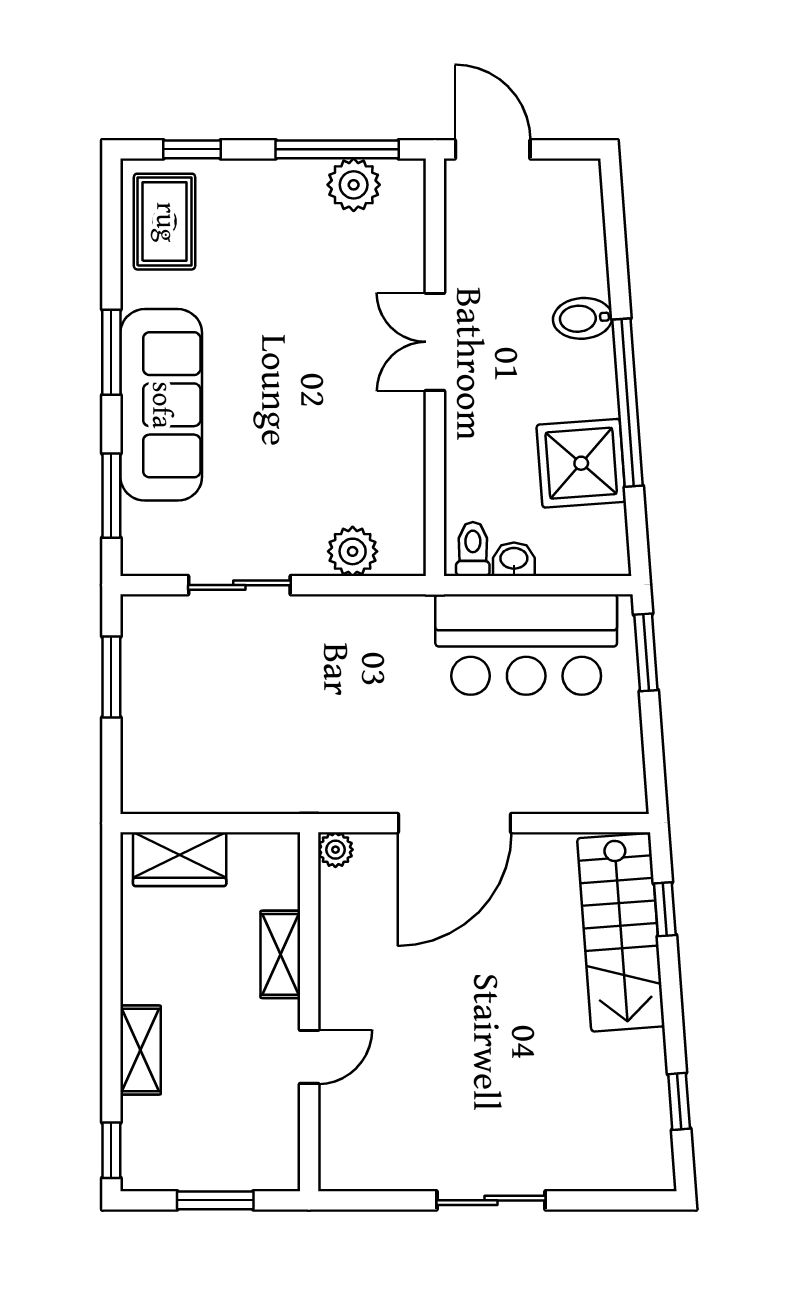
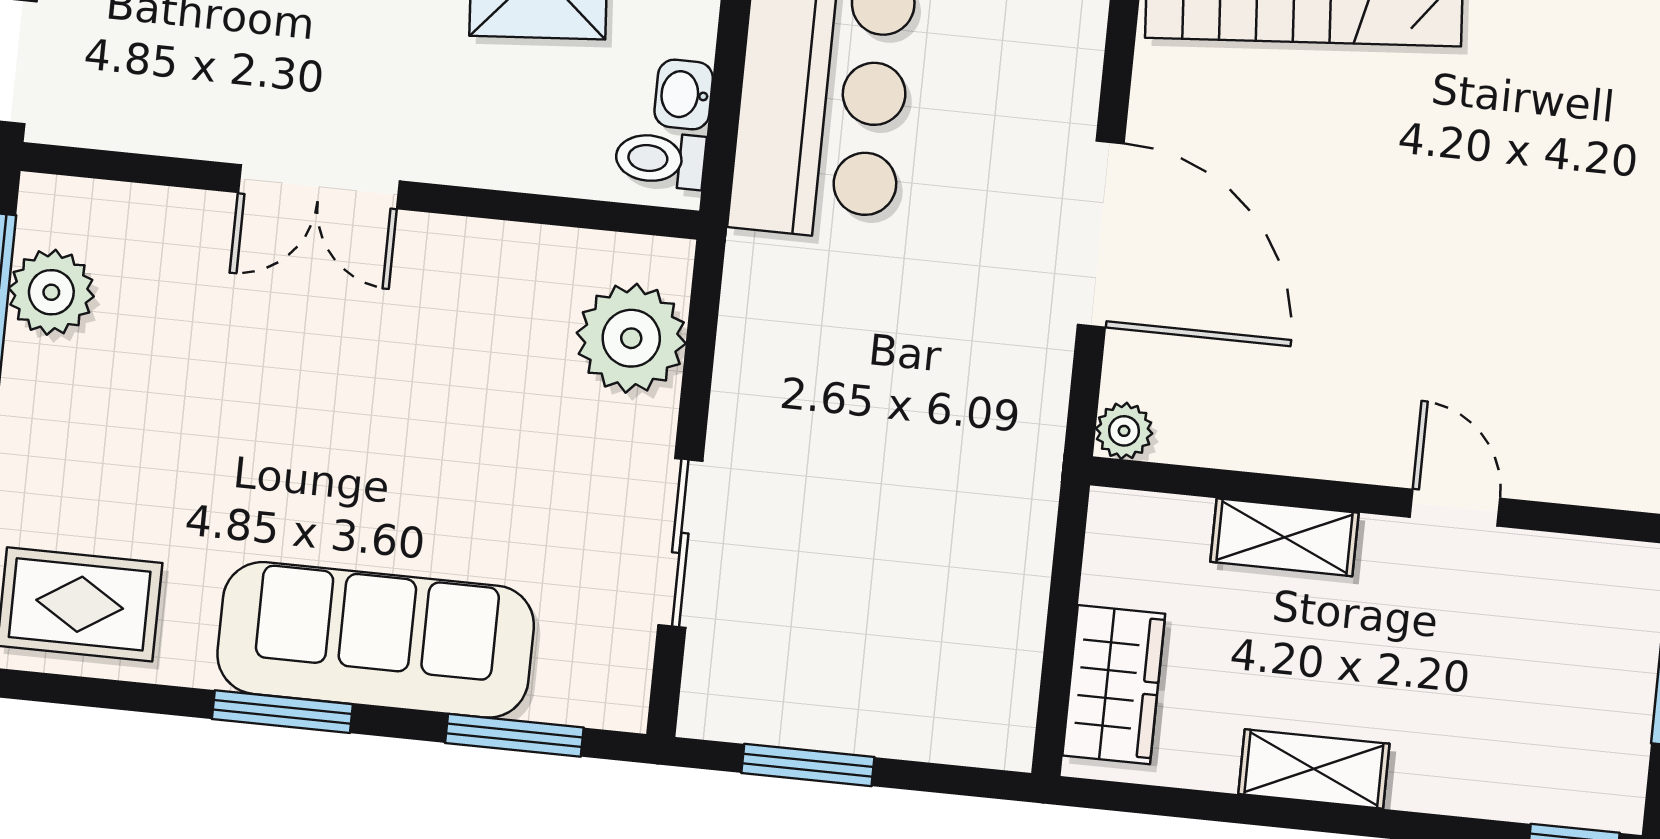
plant: (353, 551) -> (631, 338), width x1.36, depth x1.36
shelving: (141, 1050) -> (1314, 769), moved

